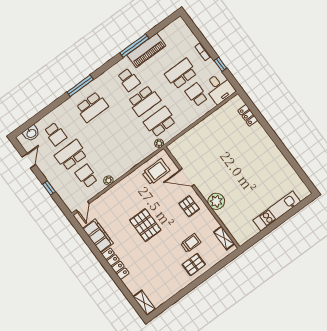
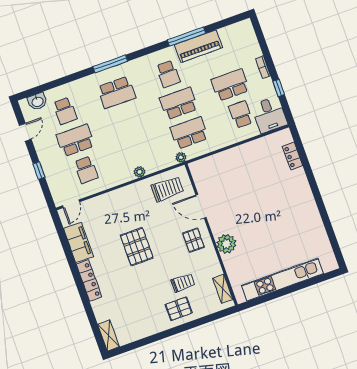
school desk: (144, 101) -> (179, 103), turned 180
school desk: (86, 176) -> (86, 170), turned 180
plant: (108, 180) -> (139, 172), moved
kitchen unit: (277, 211) -> (282, 280), width x1.36

